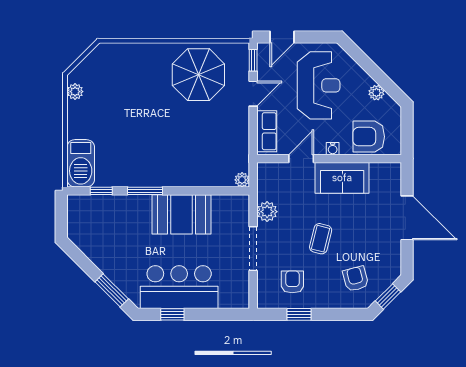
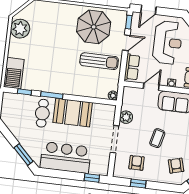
plant: (75, 92) -> (20, 29), width x1.87, depth x1.87
sun lounger: (214, 128) -> (99, 61), added
cafe table: (134, 221) -> (42, 113), added
window: (172, 314) -> (92, 178), moved

